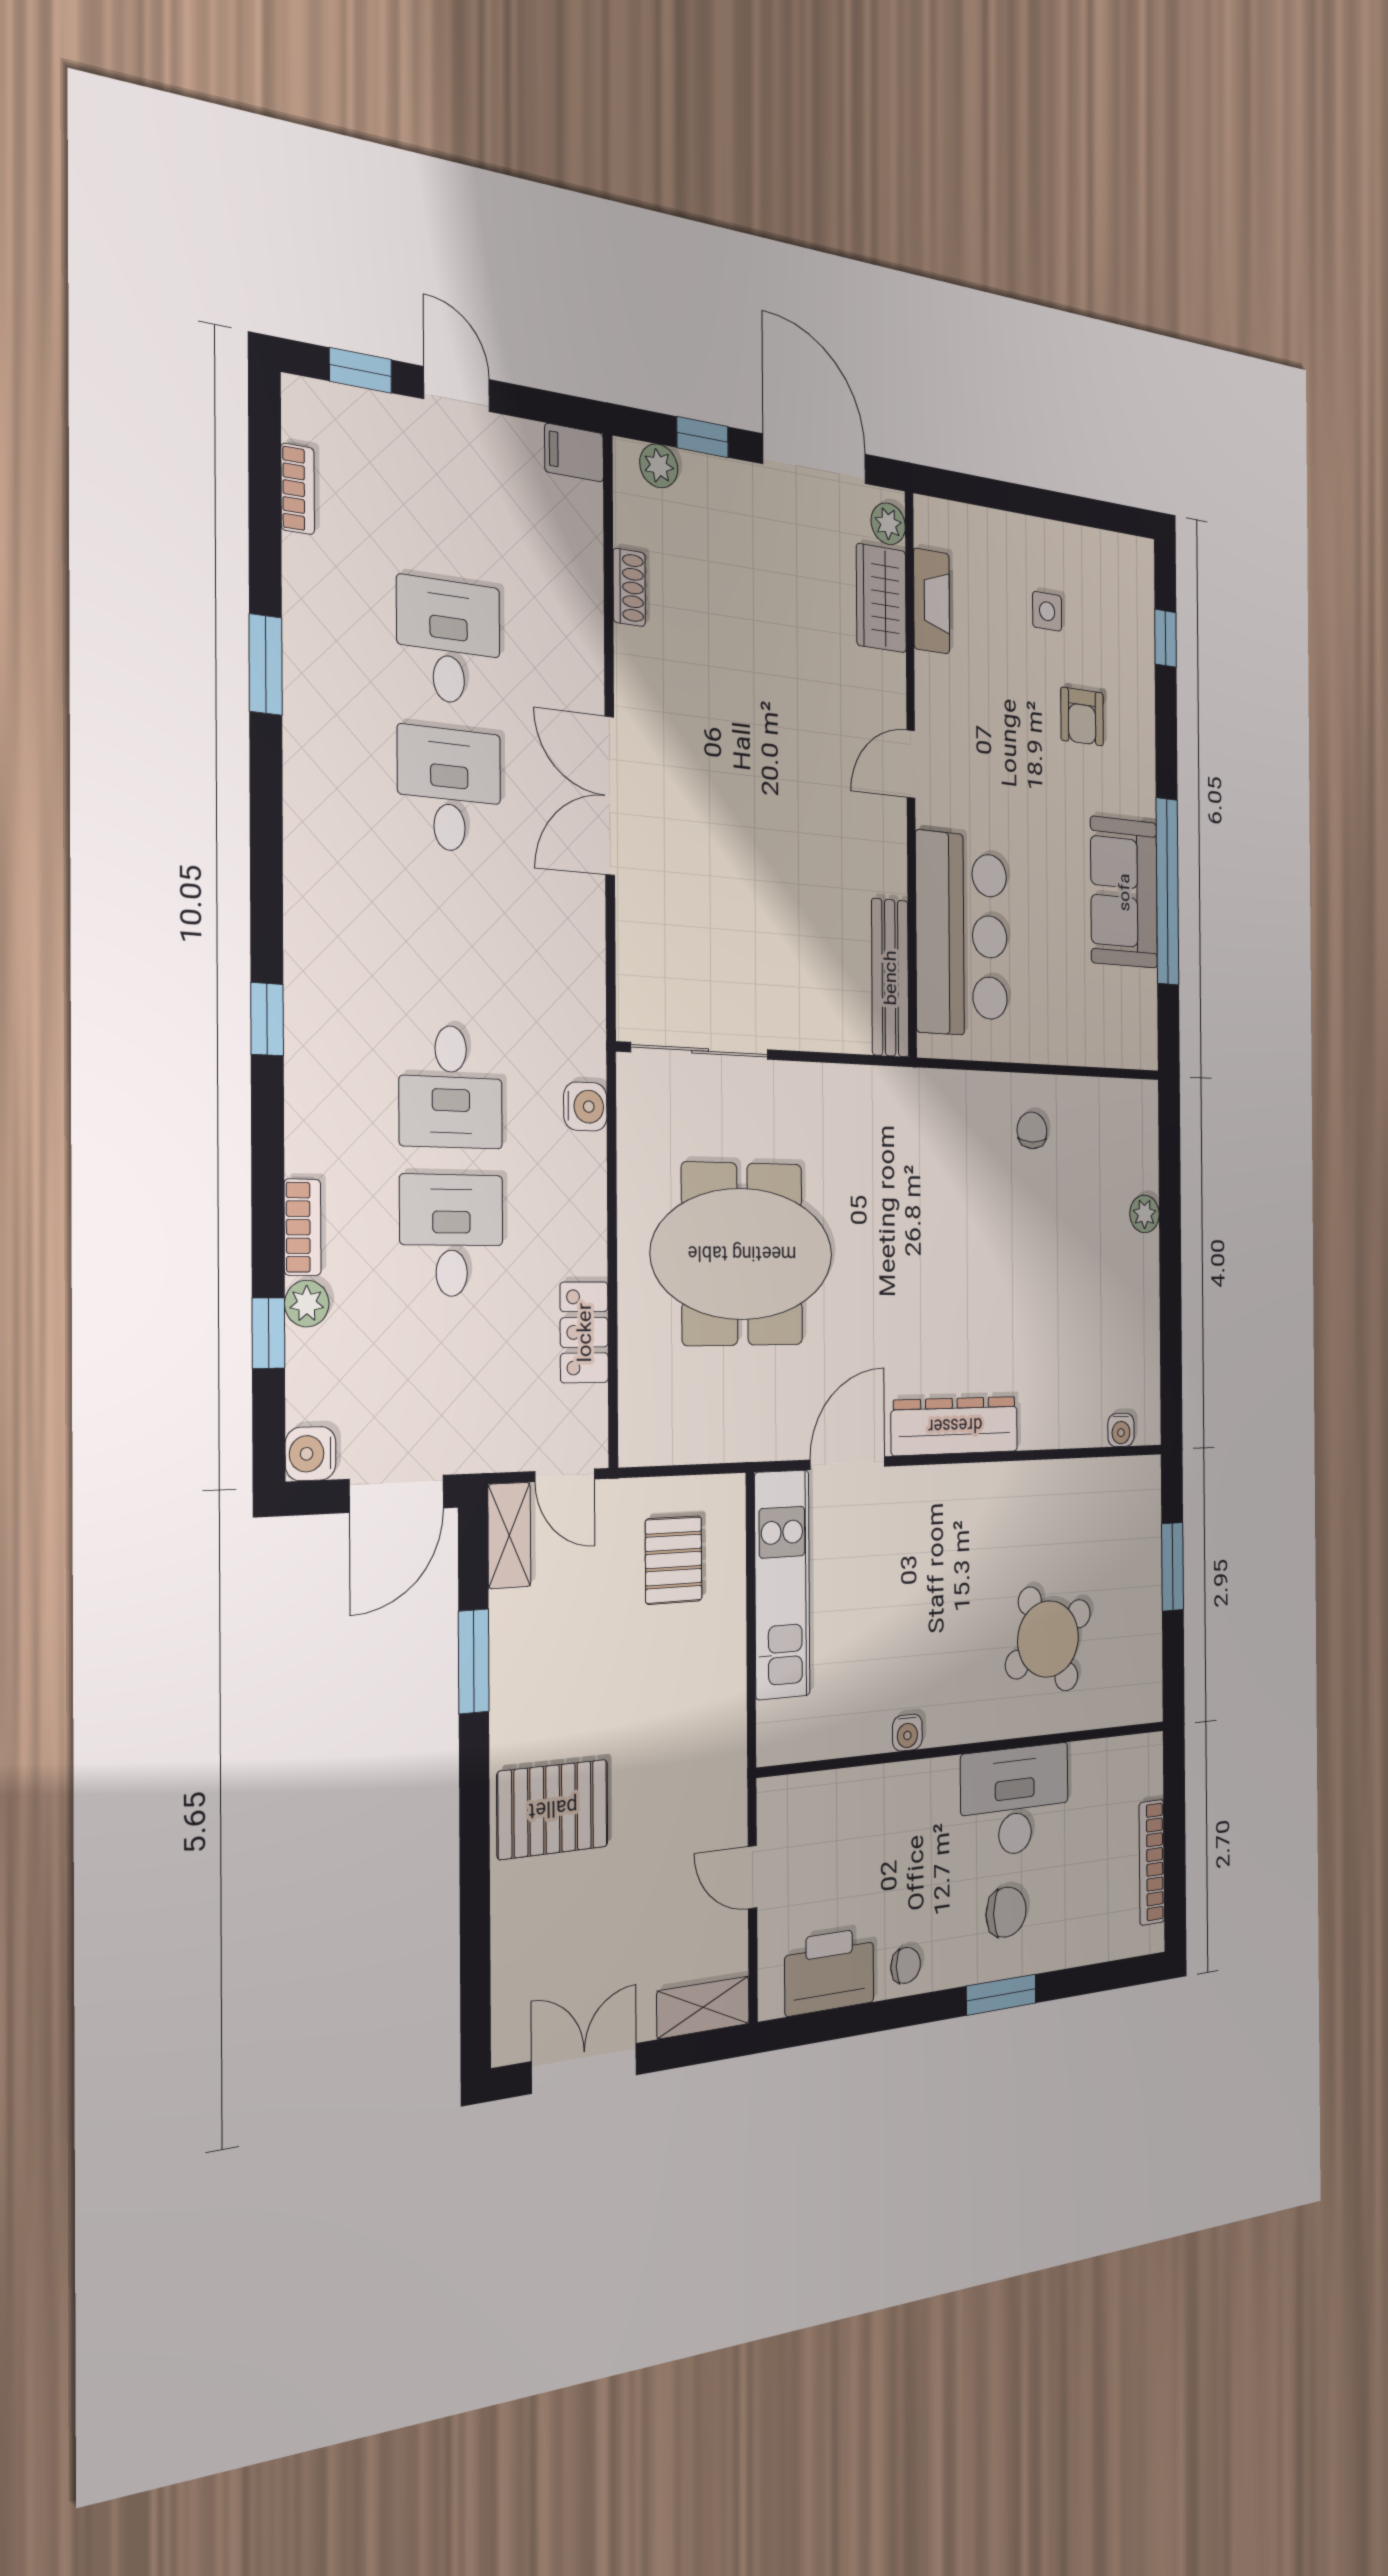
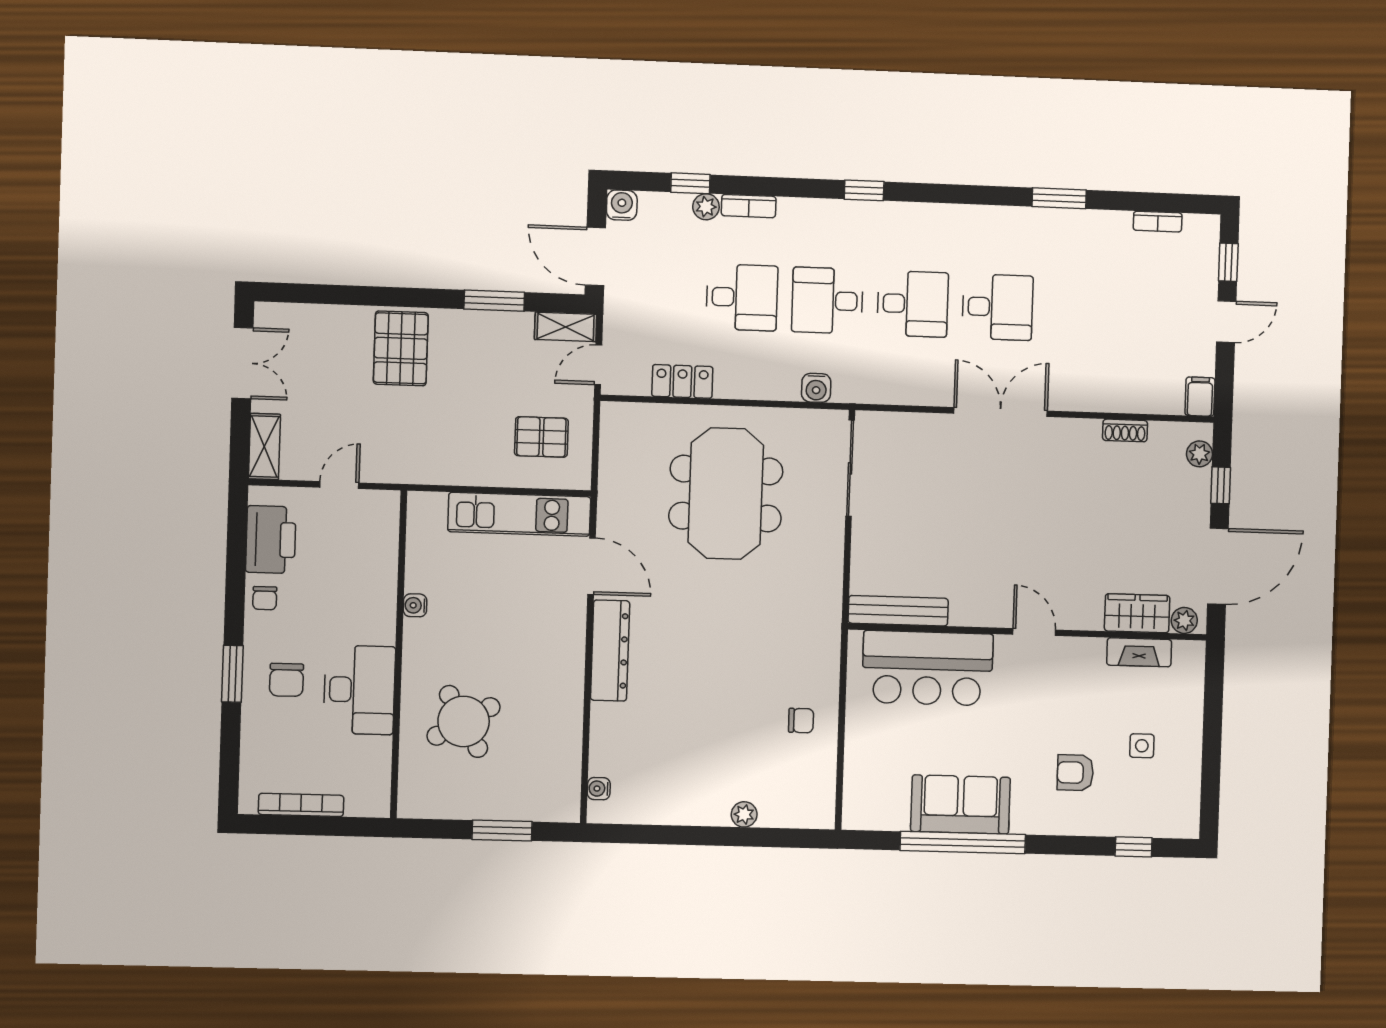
desk: (449, 641) -> (913, 304), moved

